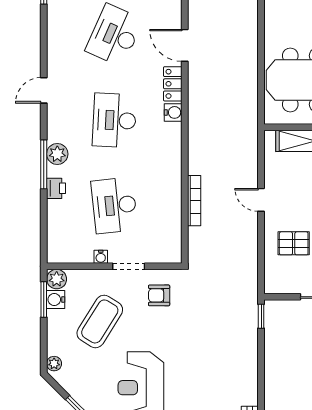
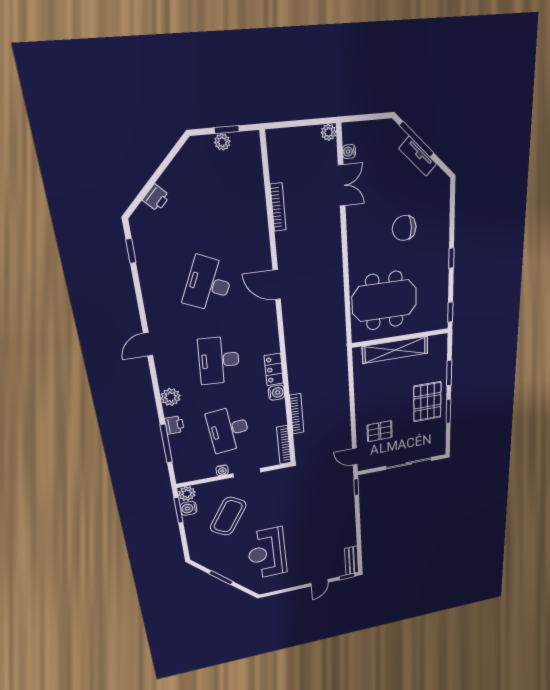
locker: (173, 84) -> (274, 369), moved
water cooler: (173, 112) -> (276, 393), moved
window: (44, 164) -> (166, 444), moved
door: (261, 200) -> (355, 457), moved
bookcase: (176, 238) -> (284, 445), added
armchair: (159, 295) -> (274, 489), removed
plant: (54, 364) -> (195, 552), removed

